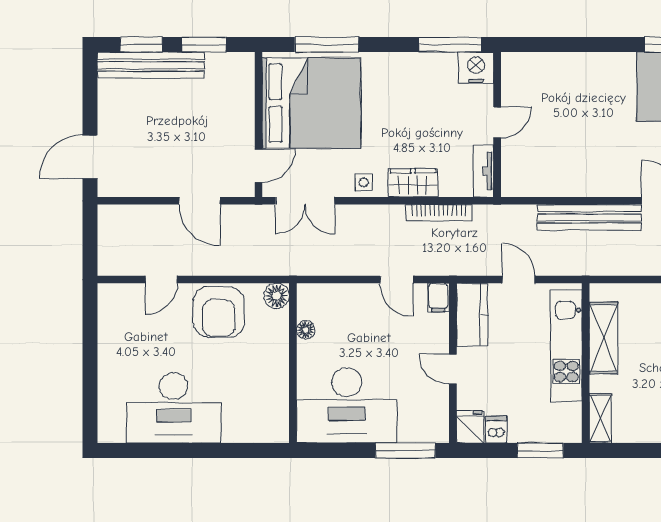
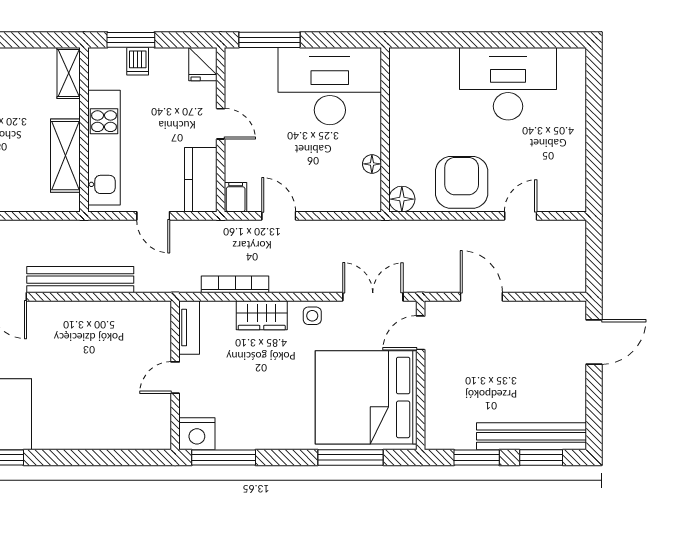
dishwasher: (496, 430) -> (138, 61), moved

